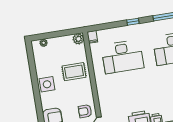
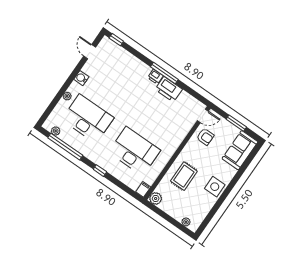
rug: (74, 72) -> (184, 176), turned 90

